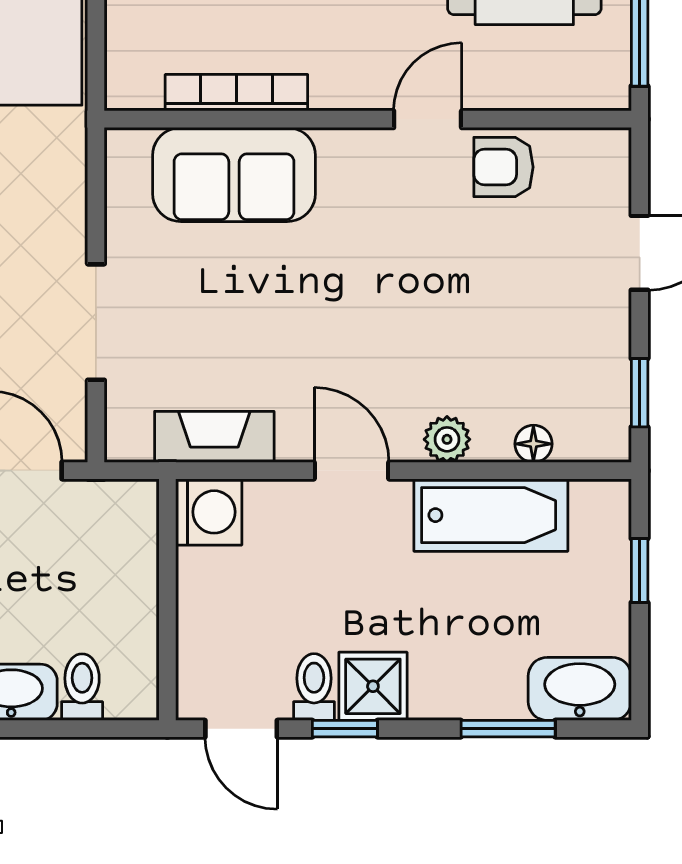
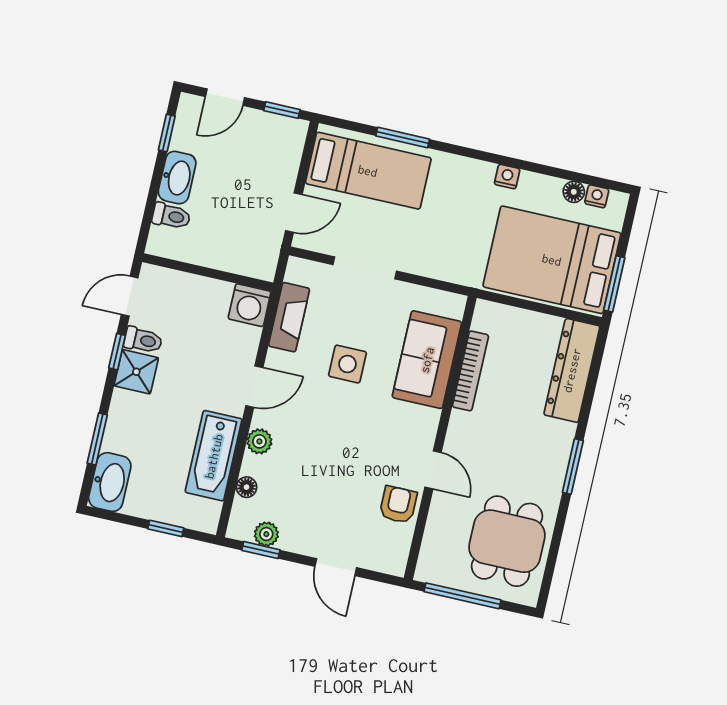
side table: (274, 314) -> (348, 364), added
plant: (609, 390) -> (266, 534), added

